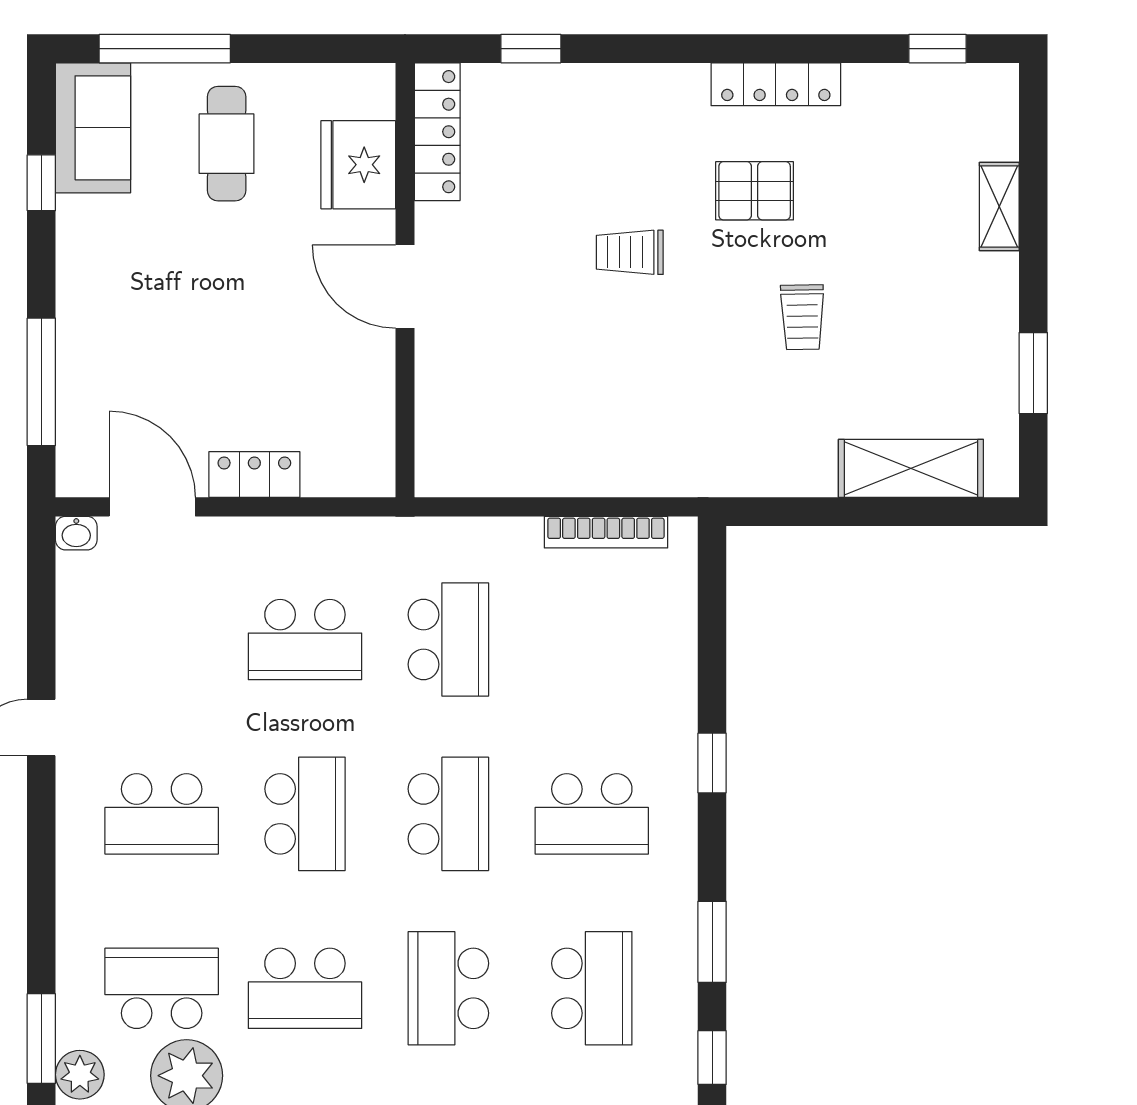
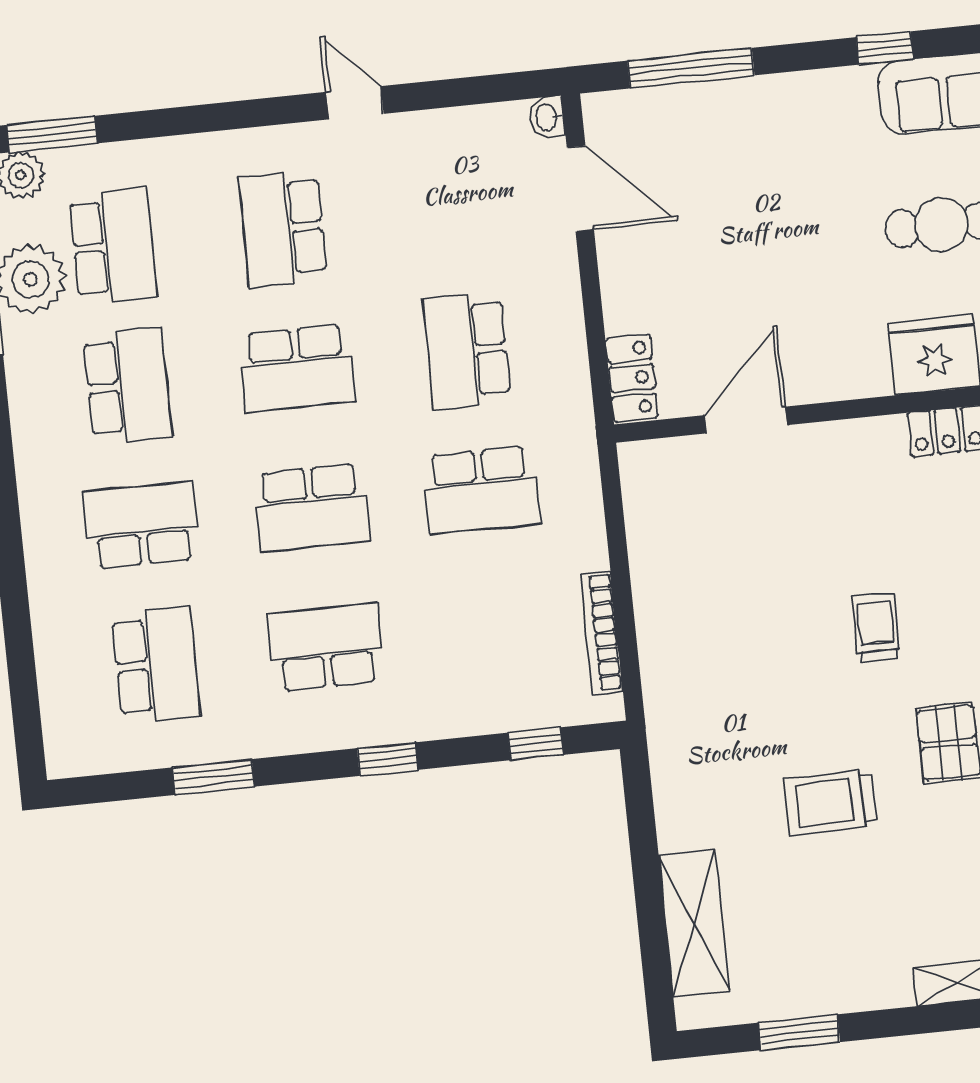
door: (405, 287) -> (746, 420), moved
trolley: (802, 317) -> (830, 802), width x1.36, depth x1.39
locker: (254, 474) -> (632, 378), moved
door: (152, 507) -> (580, 189), hinge flipped
school desk: (592, 814) -> (326, 647), turned 90
school desk: (305, 988) -> (127, 386), turned 180
school desk: (592, 988) -> (156, 665), turned -90
window: (712, 1058) -> (535, 744), moved

